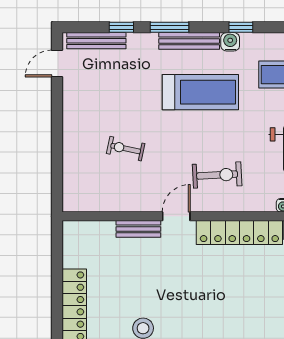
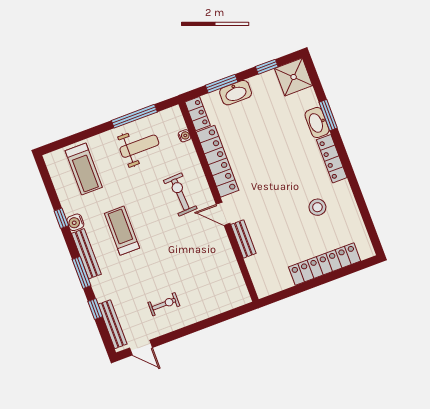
treadmill: (200, 92) -> (122, 231), width x0.73, depth x0.73
exercise bike: (126, 149) -> (164, 304), moved, turned -102

